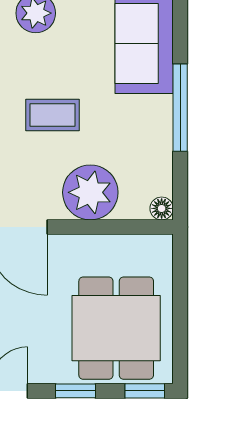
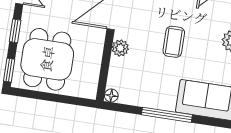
plant: (90, 192) -> (120, 48), width x0.53, depth x0.53
dining table: (116, 328) -> (47, 59), turned 90

